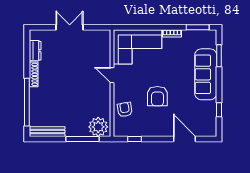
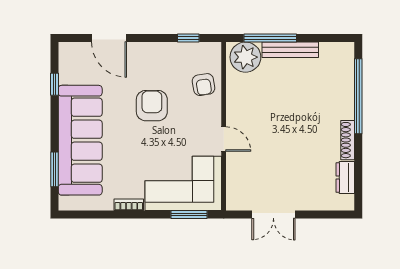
double door: (70, 27) -> (273, 215), moved
window: (198, 27) -> (189, 215), moved
sofa: (206, 74) -> (80, 140), width x1.36, depth x1.27
bench: (47, 132) -> (290, 50), moved

